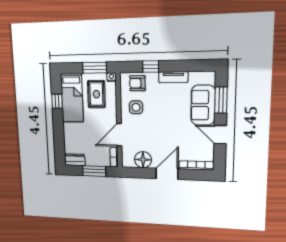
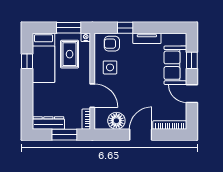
window: (221, 100) -> (192, 60), width x0.67
door: (119, 135) -> (92, 96), swing flipped
dresser: (75, 160) -> (48, 123), width x1.44

